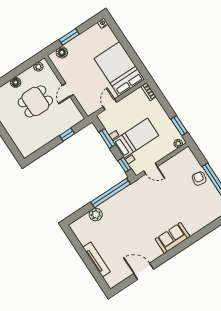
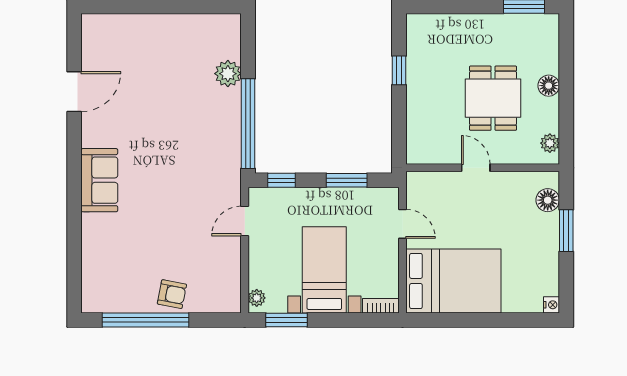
window: (67, 135) -> (399, 70), moved
bed with nightstands: (136, 138) -> (324, 270), moved, turned 180
tv unit: (96, 260) -> (149, 23), removed

